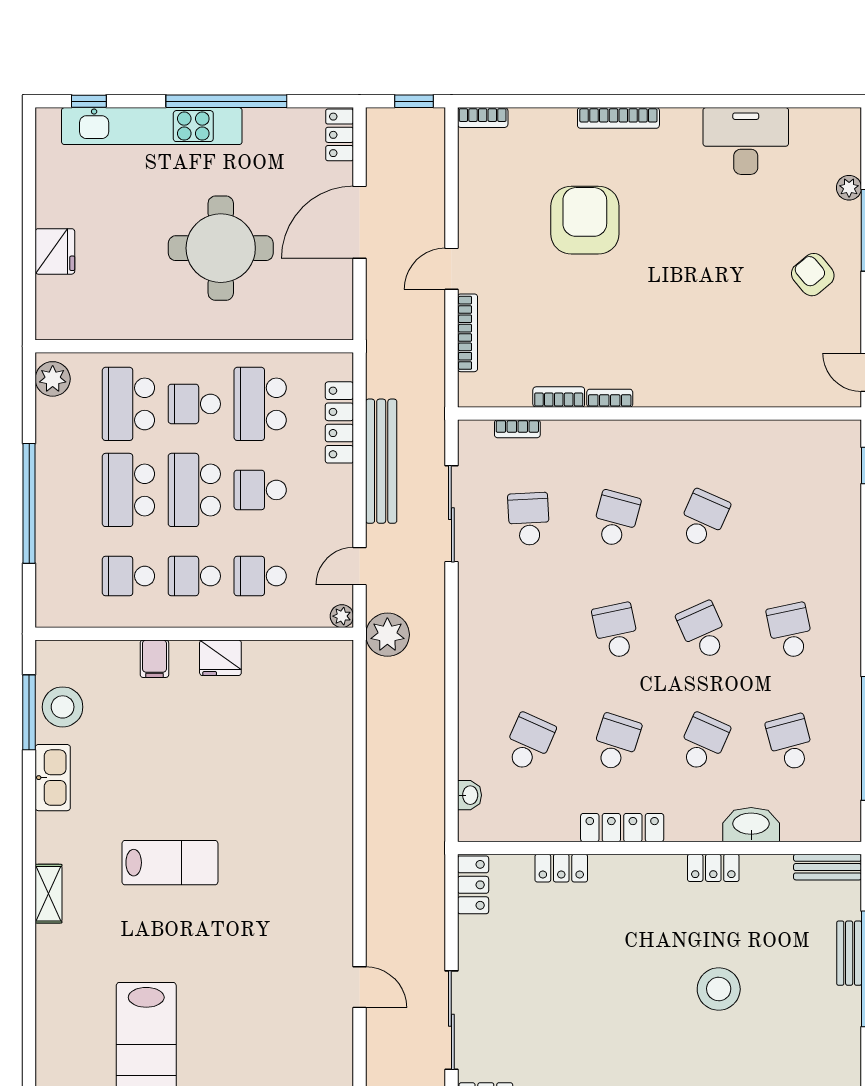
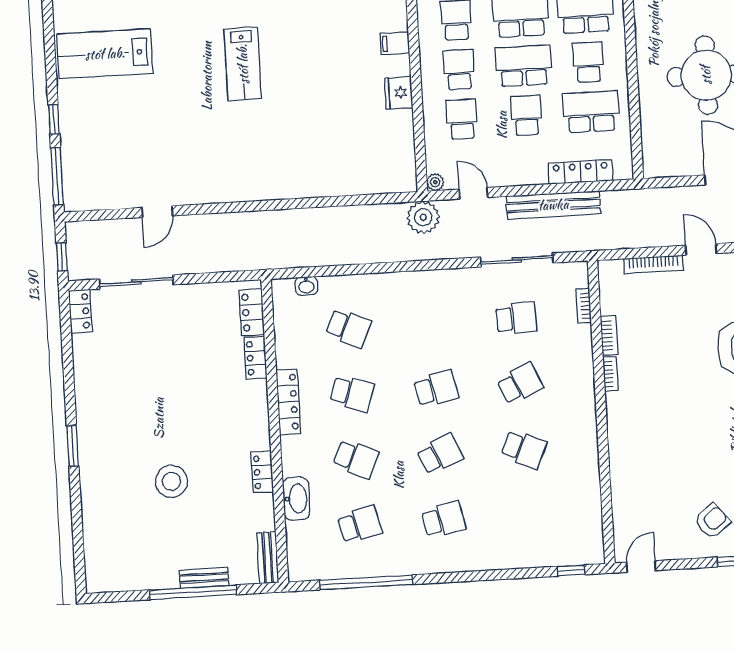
school desk: (616, 519) -> (520, 384), turned -39
locker: (473, 885) -> (252, 312), moved, turned 90

